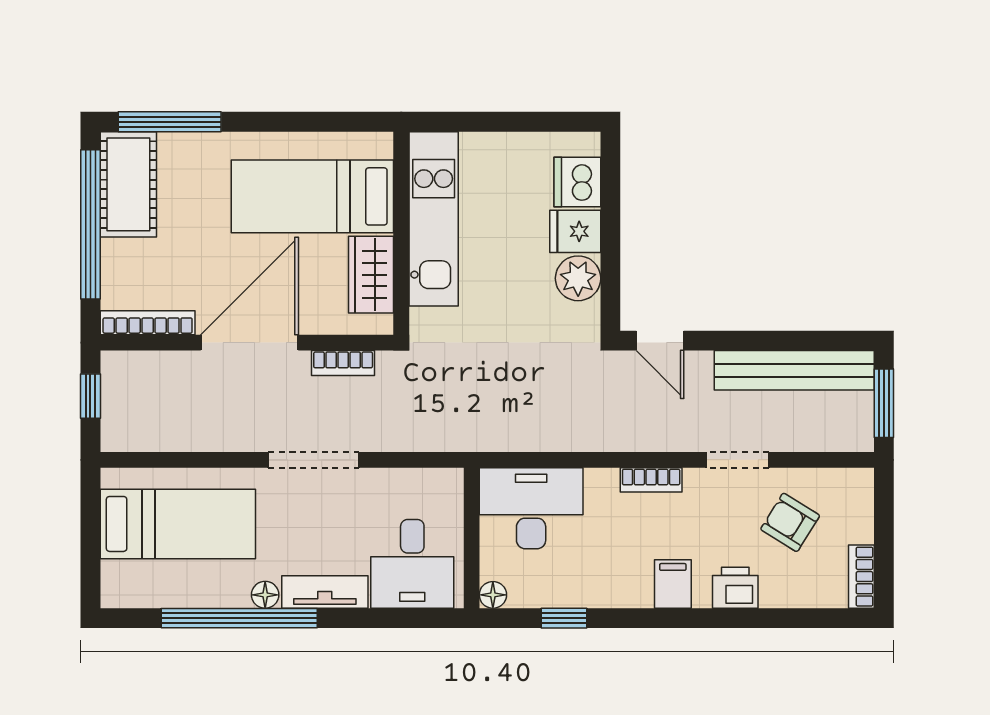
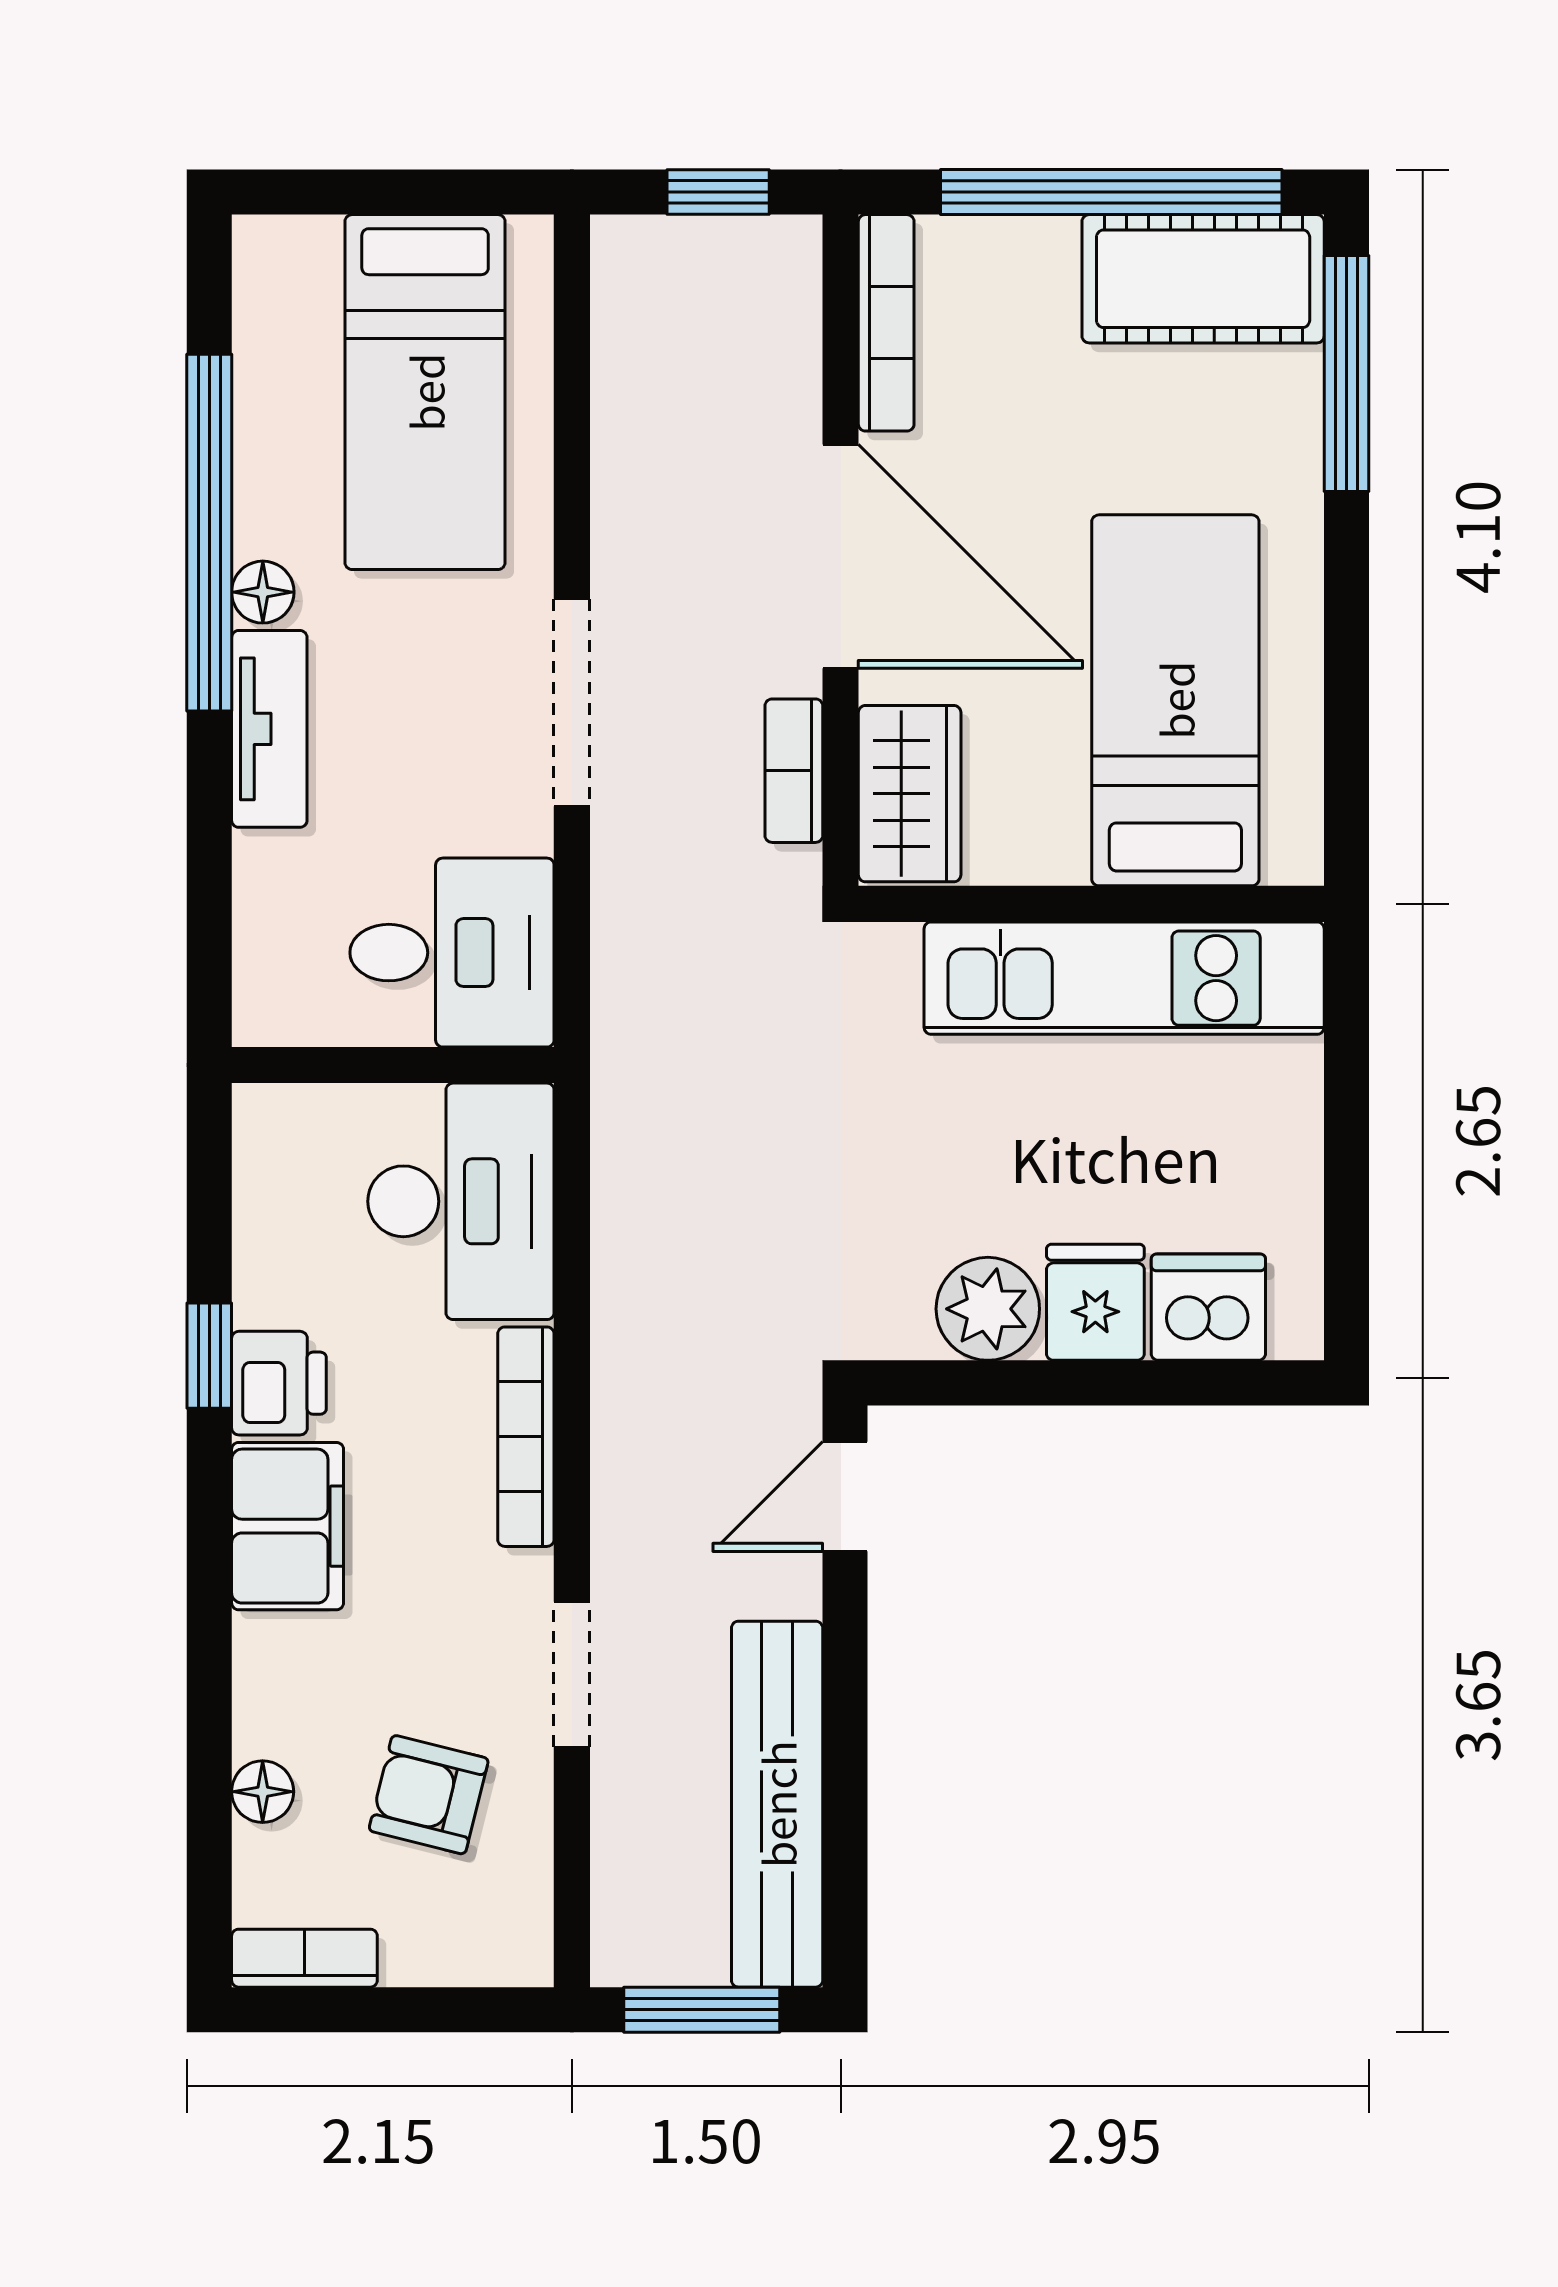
wardrobe: (371, 275) -> (910, 794), moved, turned 90
bookcase: (651, 480) -> (526, 1437), width x1.56
armchair: (790, 522) -> (429, 1795), turned -108
desk: (412, 564) -> (452, 953), moved, turned 180
filing cabinet: (673, 584) -> (288, 1526), width x2.00
printer: (735, 588) -> (279, 1383), moved
floor lamp: (493, 595) -> (263, 1792), moved
window: (564, 618) -> (209, 1356), moved

